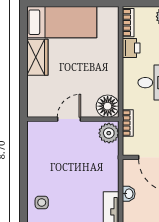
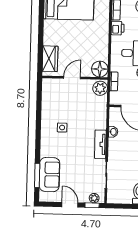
wardrobe: (37, 57) -> (50, 59), moved
side table: (42, 202) -> (62, 128), moved

